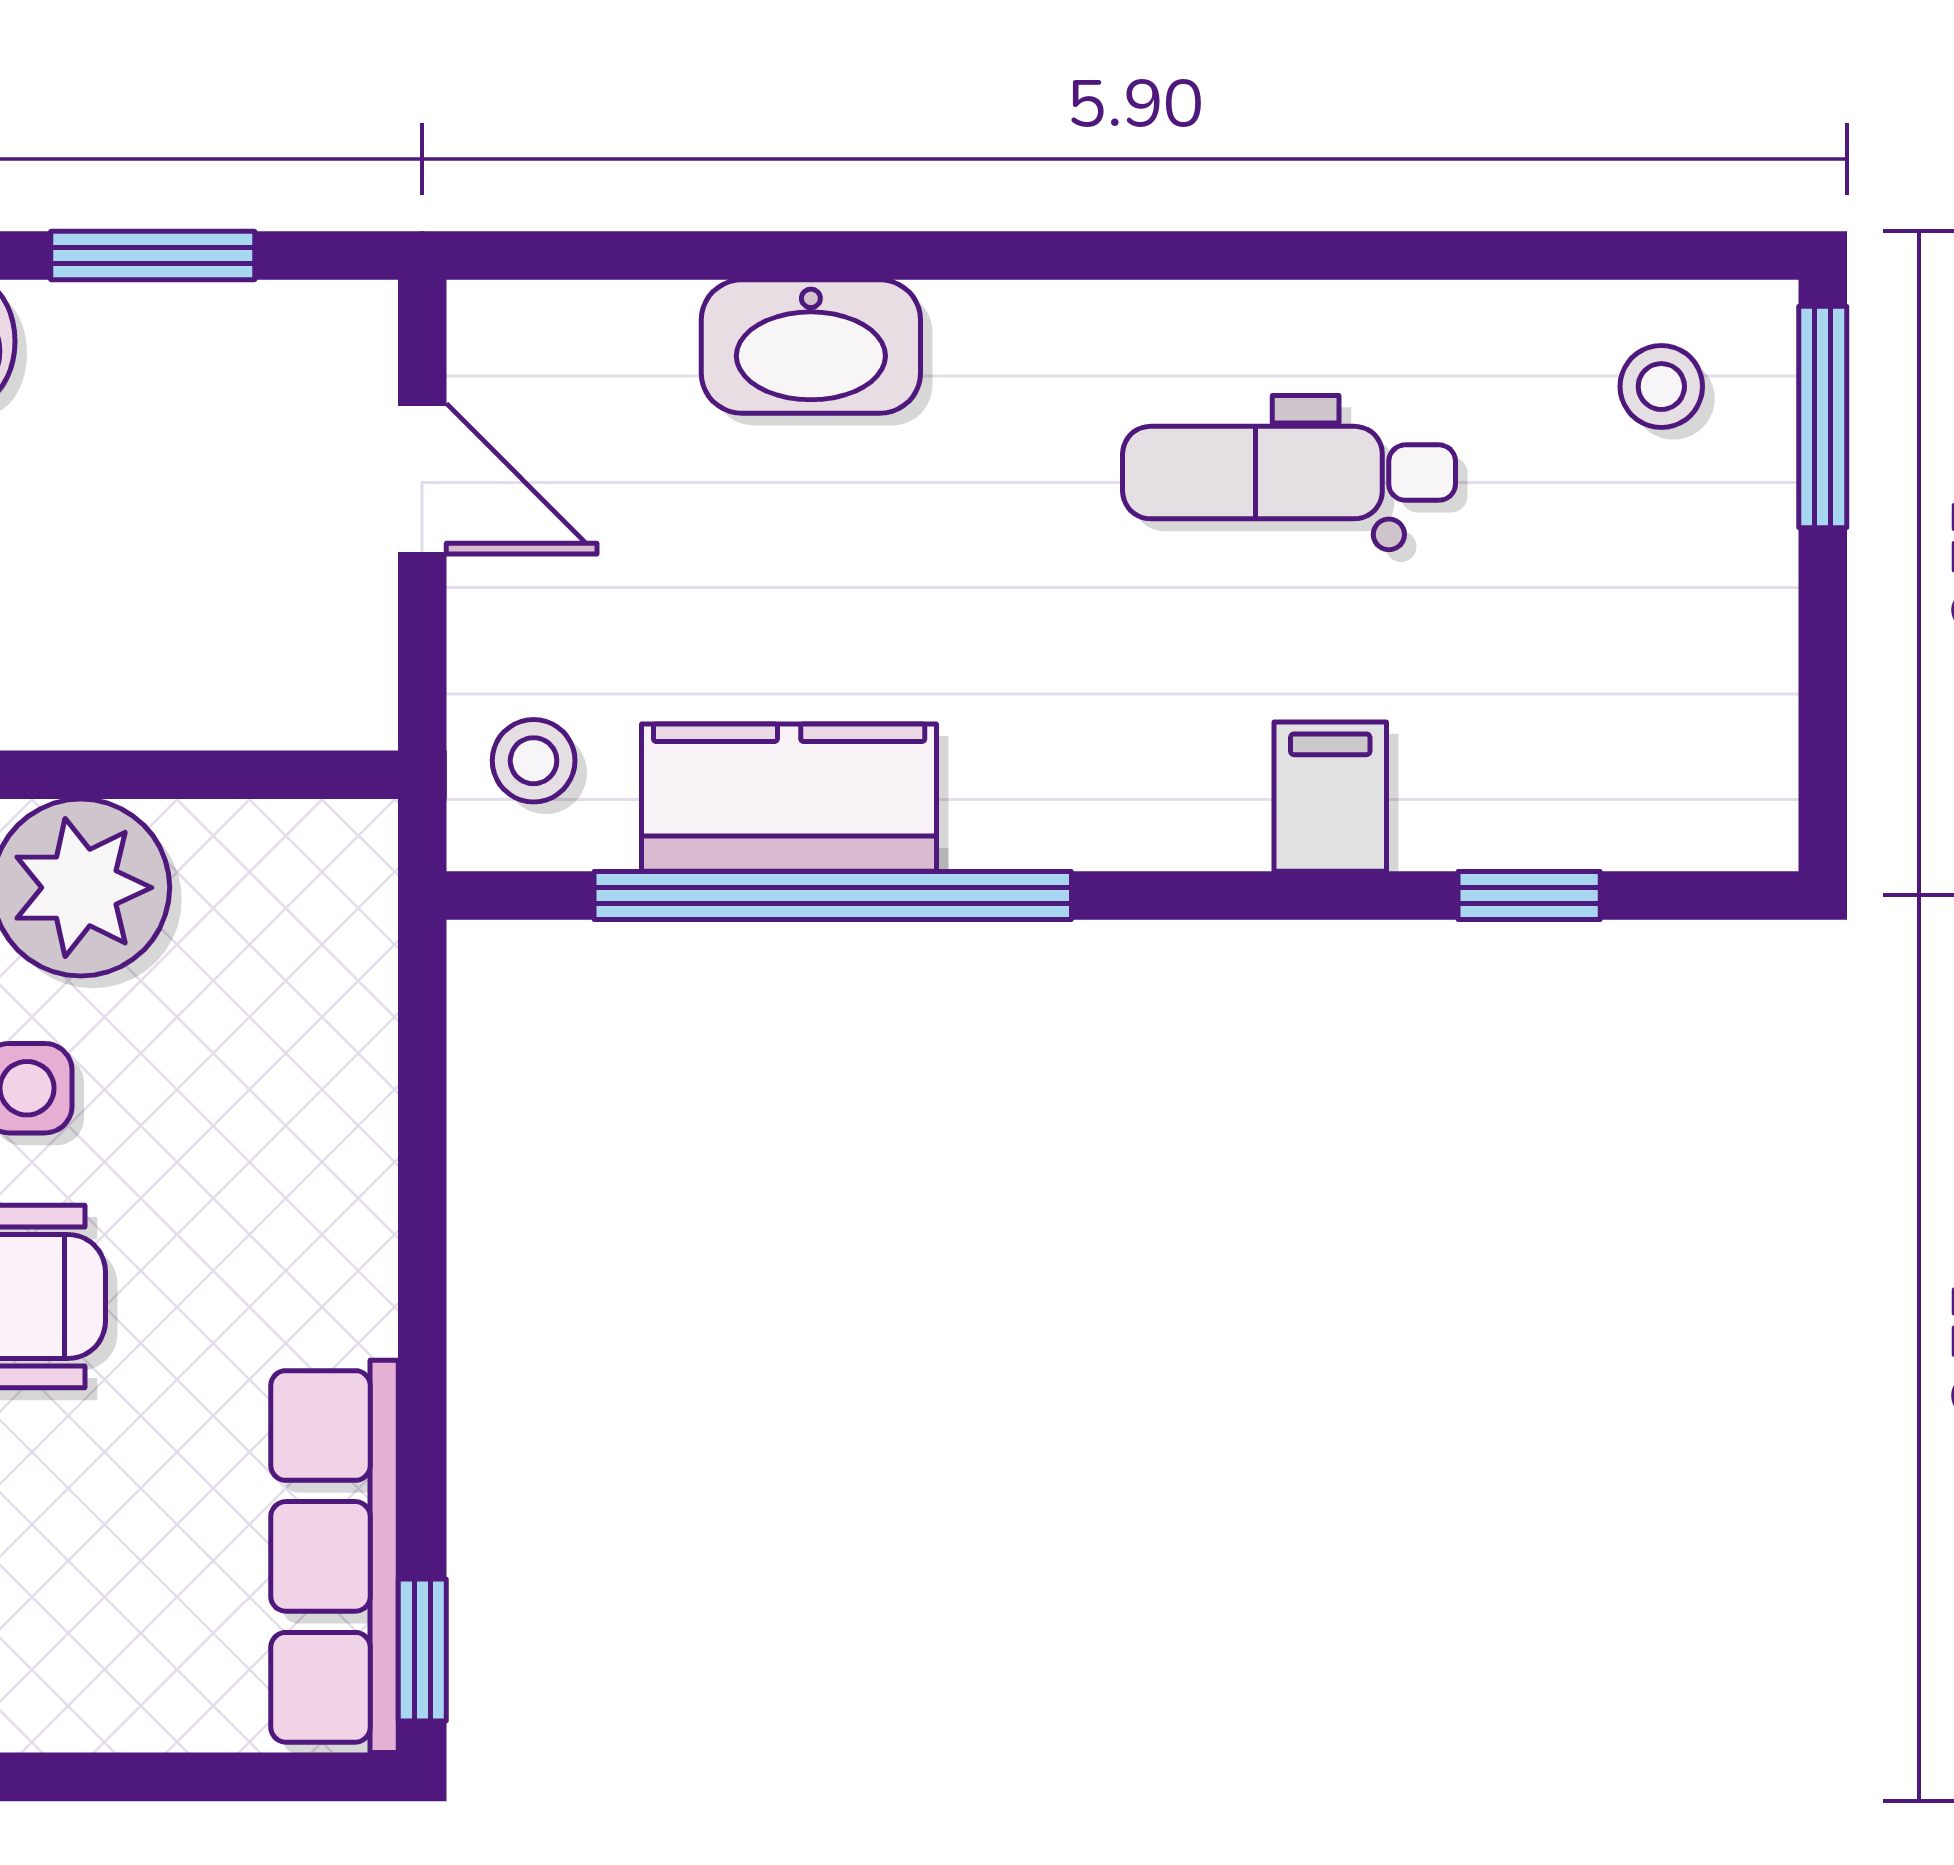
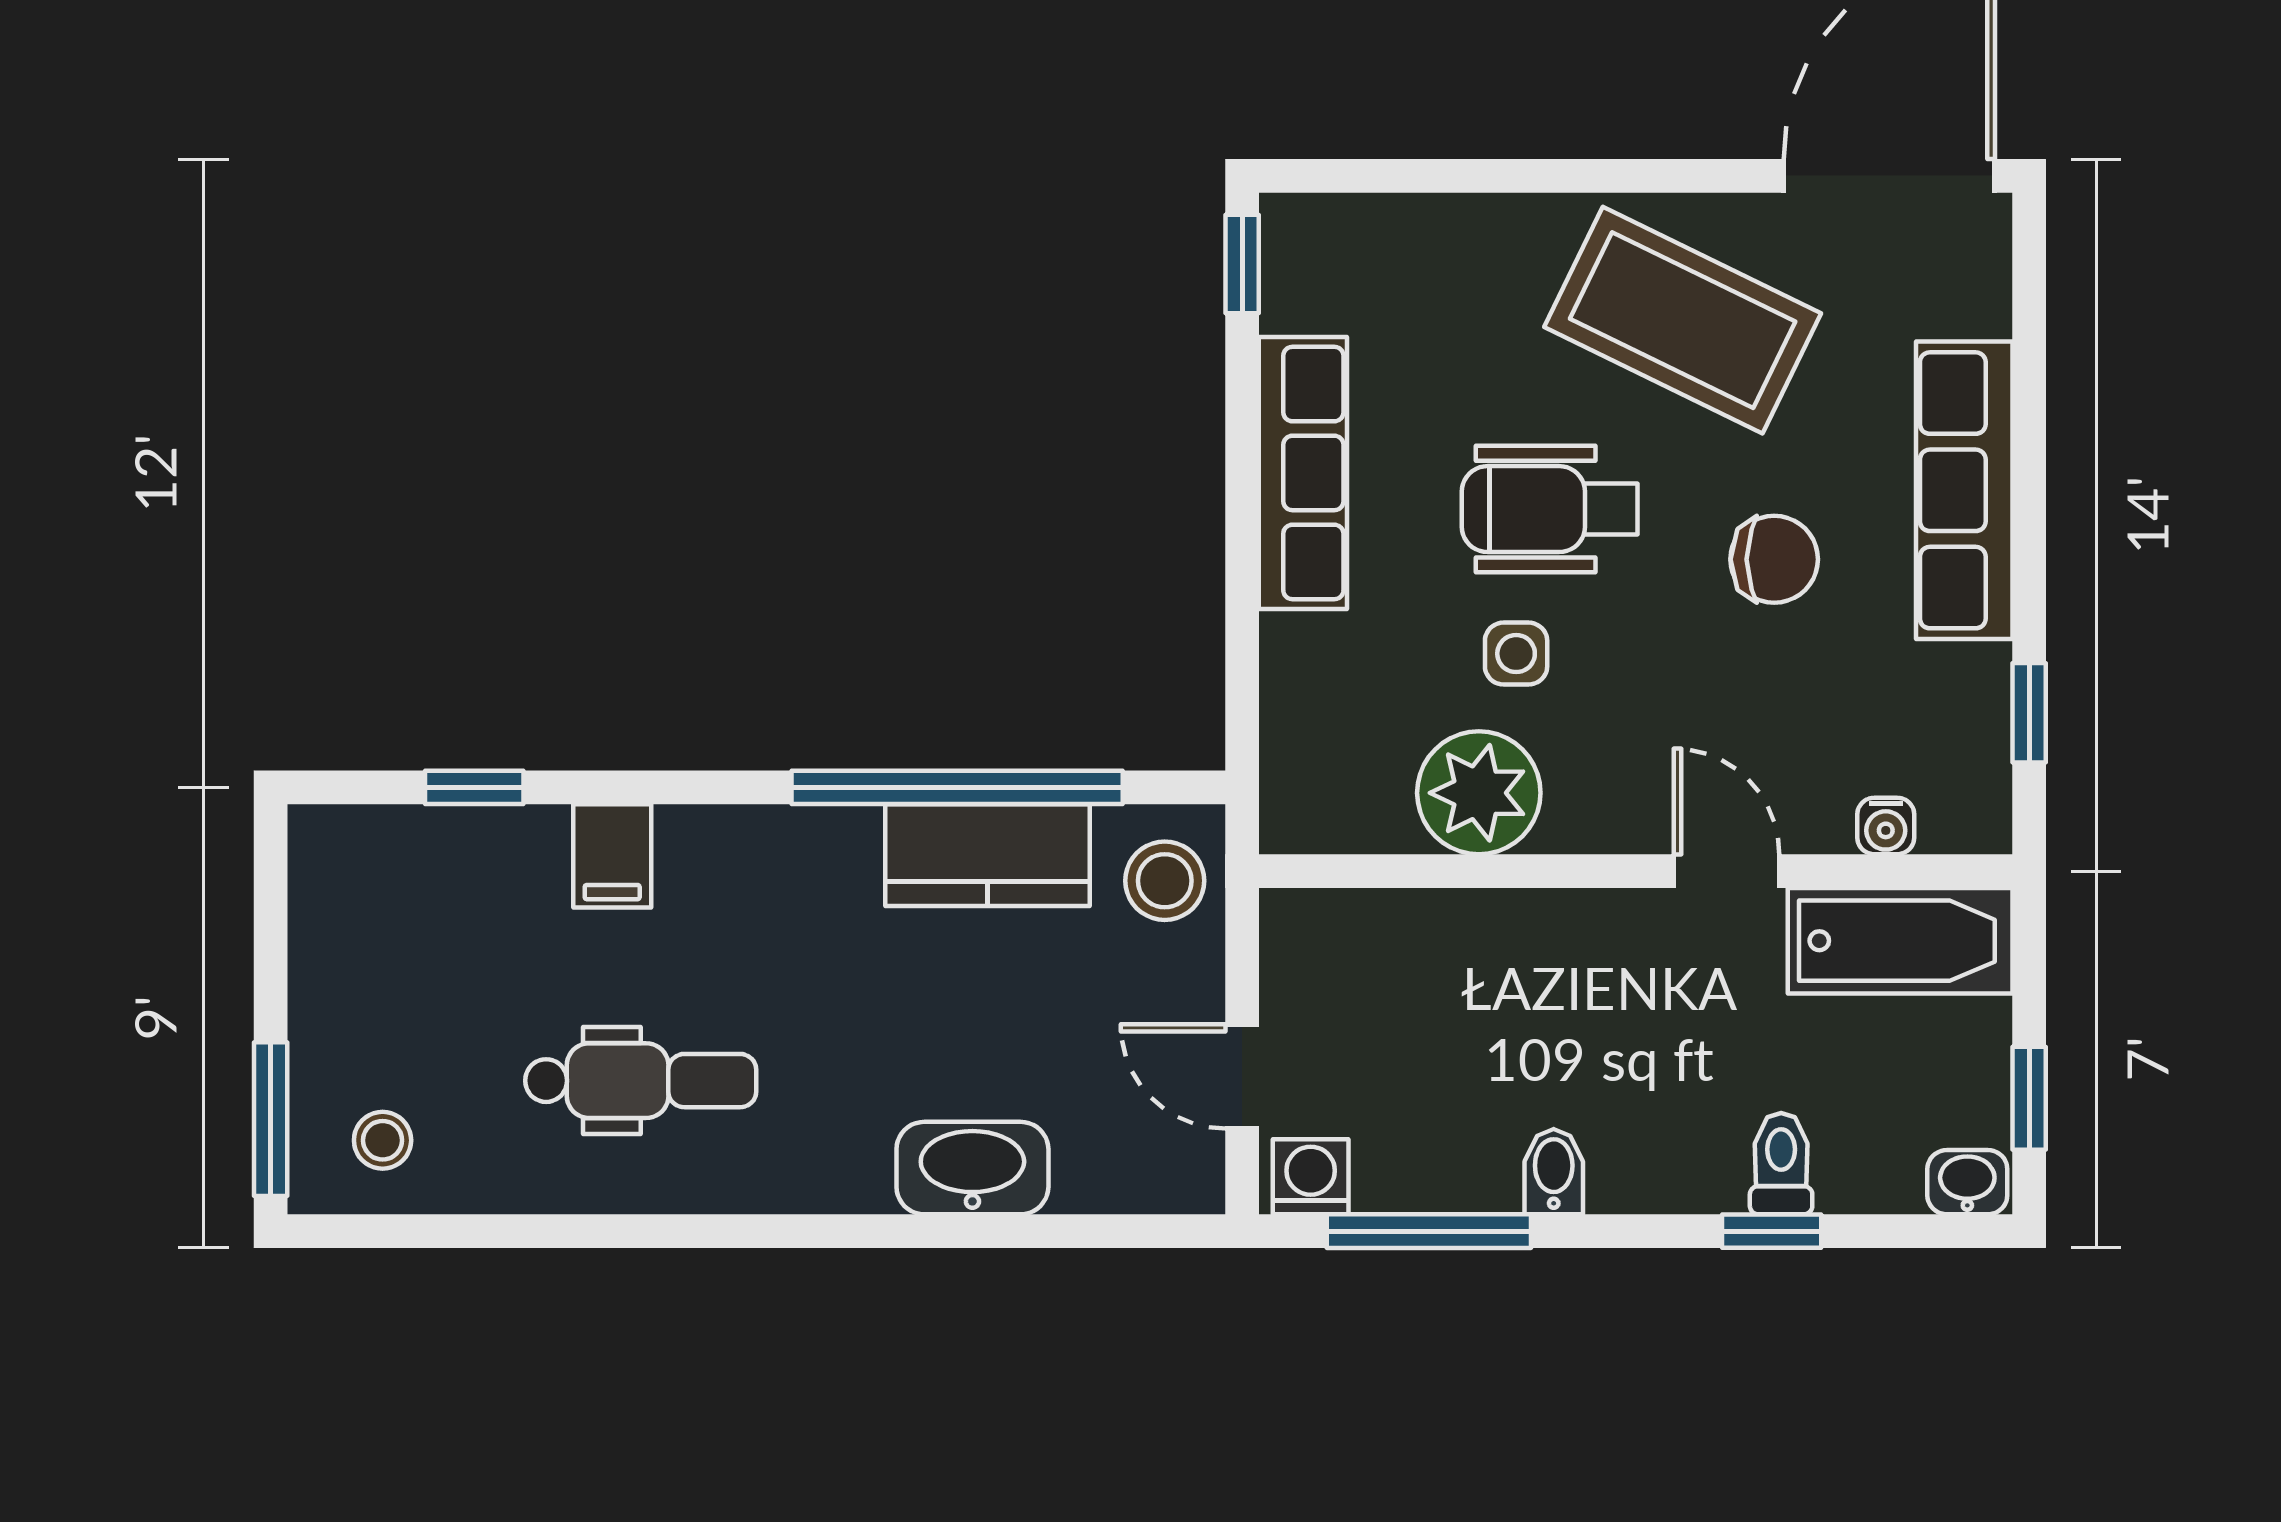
window: (153, 255) -> (1429, 1231), width x1.44
washing machine: (323, 334) -> (1311, 1177), added
stool: (534, 761) -> (1165, 881), width x1.37, depth x1.37
row of seats: (335, 1556) -> (1303, 473), moved

